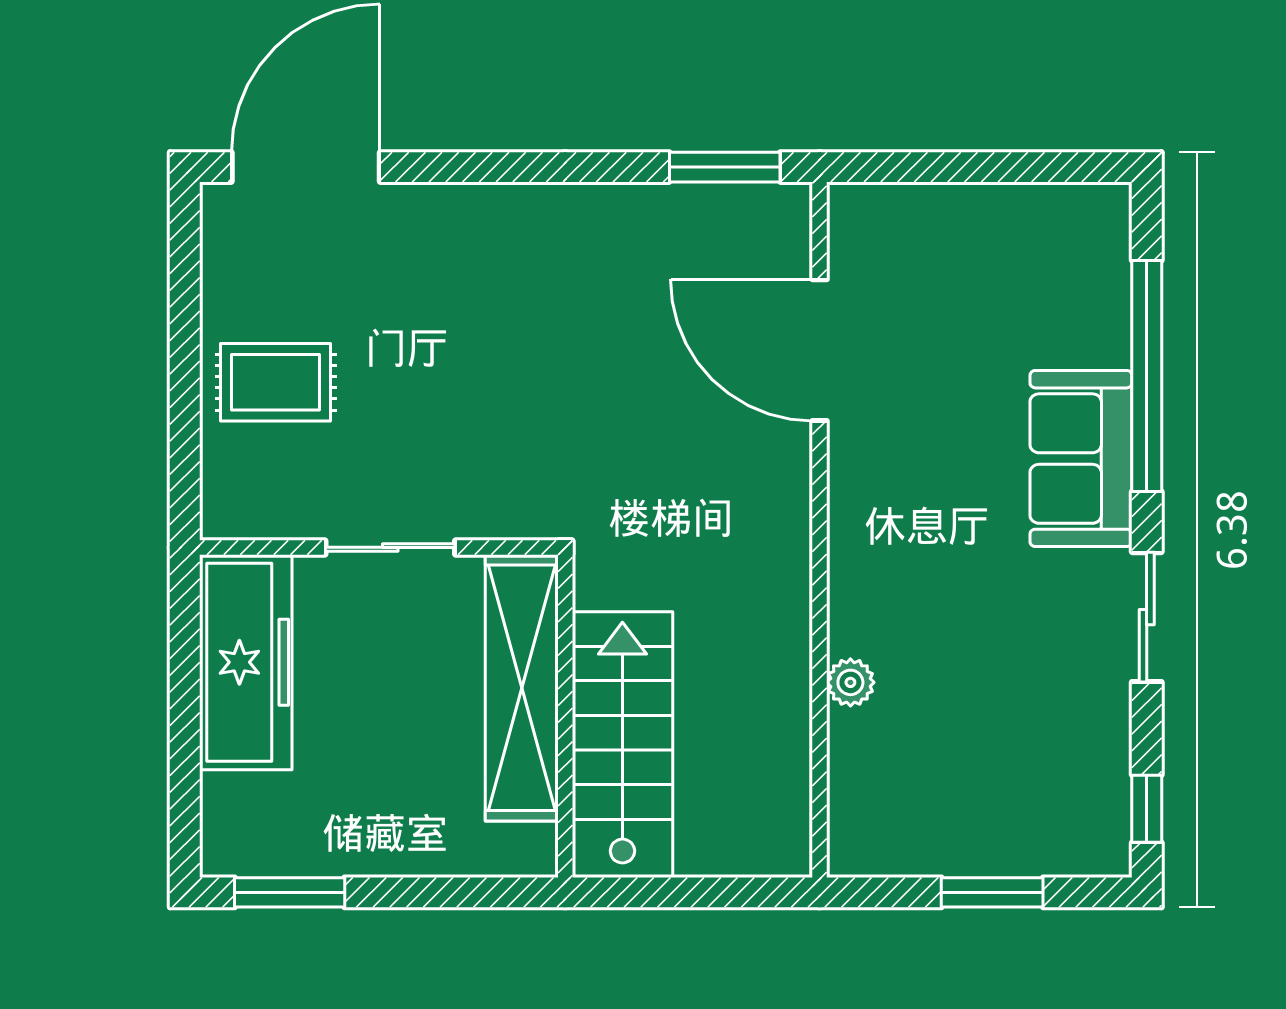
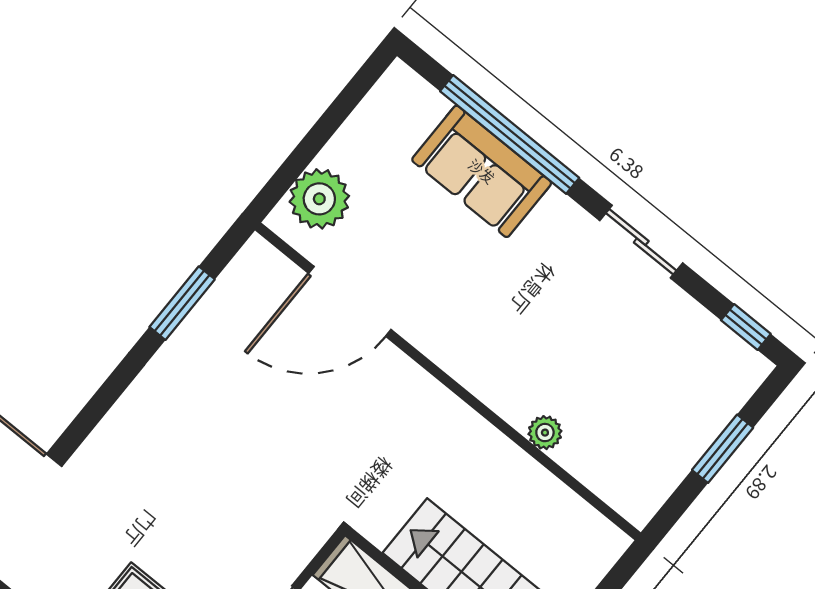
window: (725, 167) -> (182, 303), moved
plant: (905, 224) -> (319, 199), added
sofa: (1081, 459) -> (482, 171), moved

